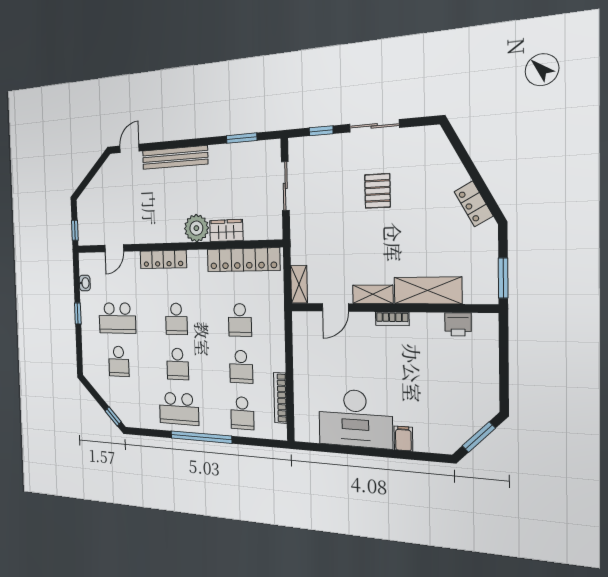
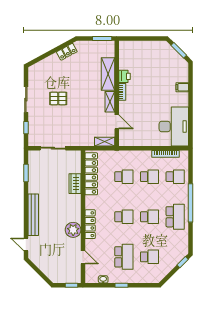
plant: (196, 228) -> (73, 230), moved
printer: (458, 324) -> (124, 76), moved
desk: (355, 418) -> (174, 127), moved

